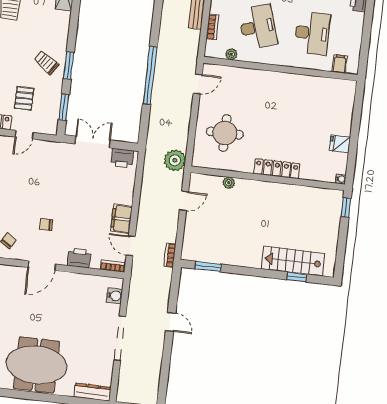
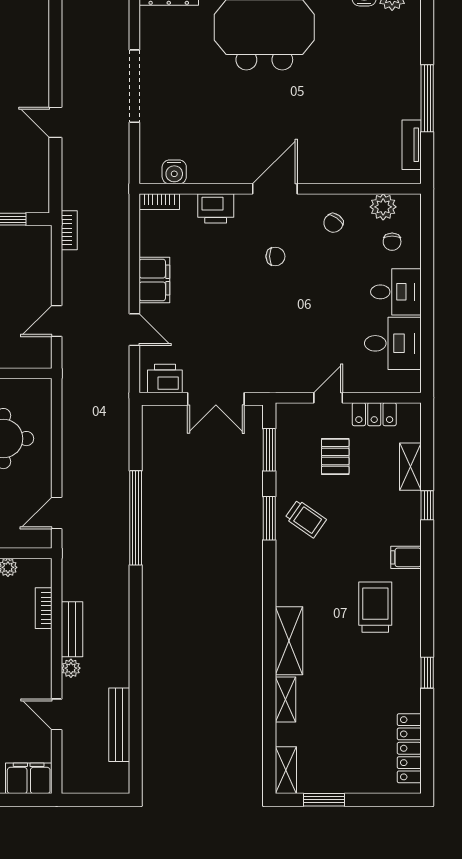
plant: (175, 160) -> (79, 385), removed
door: (131, 246) -> (134, 330), moved
water cooler: (114, 296) -> (174, 172), moved, turned -90

